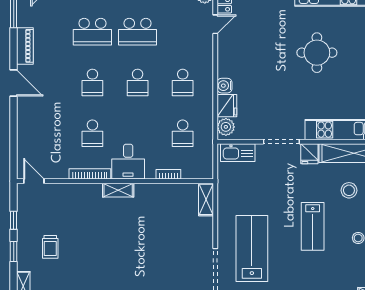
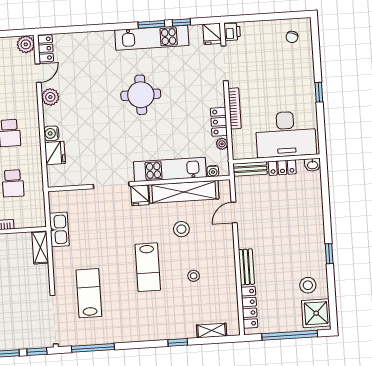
plant: (226, 127) -> (50, 97), moved
kitchen sink: (238, 153) -> (59, 229), moved, turned -90
lab bench: (252, 249) -> (89, 293), width x0.73, depth x0.72

